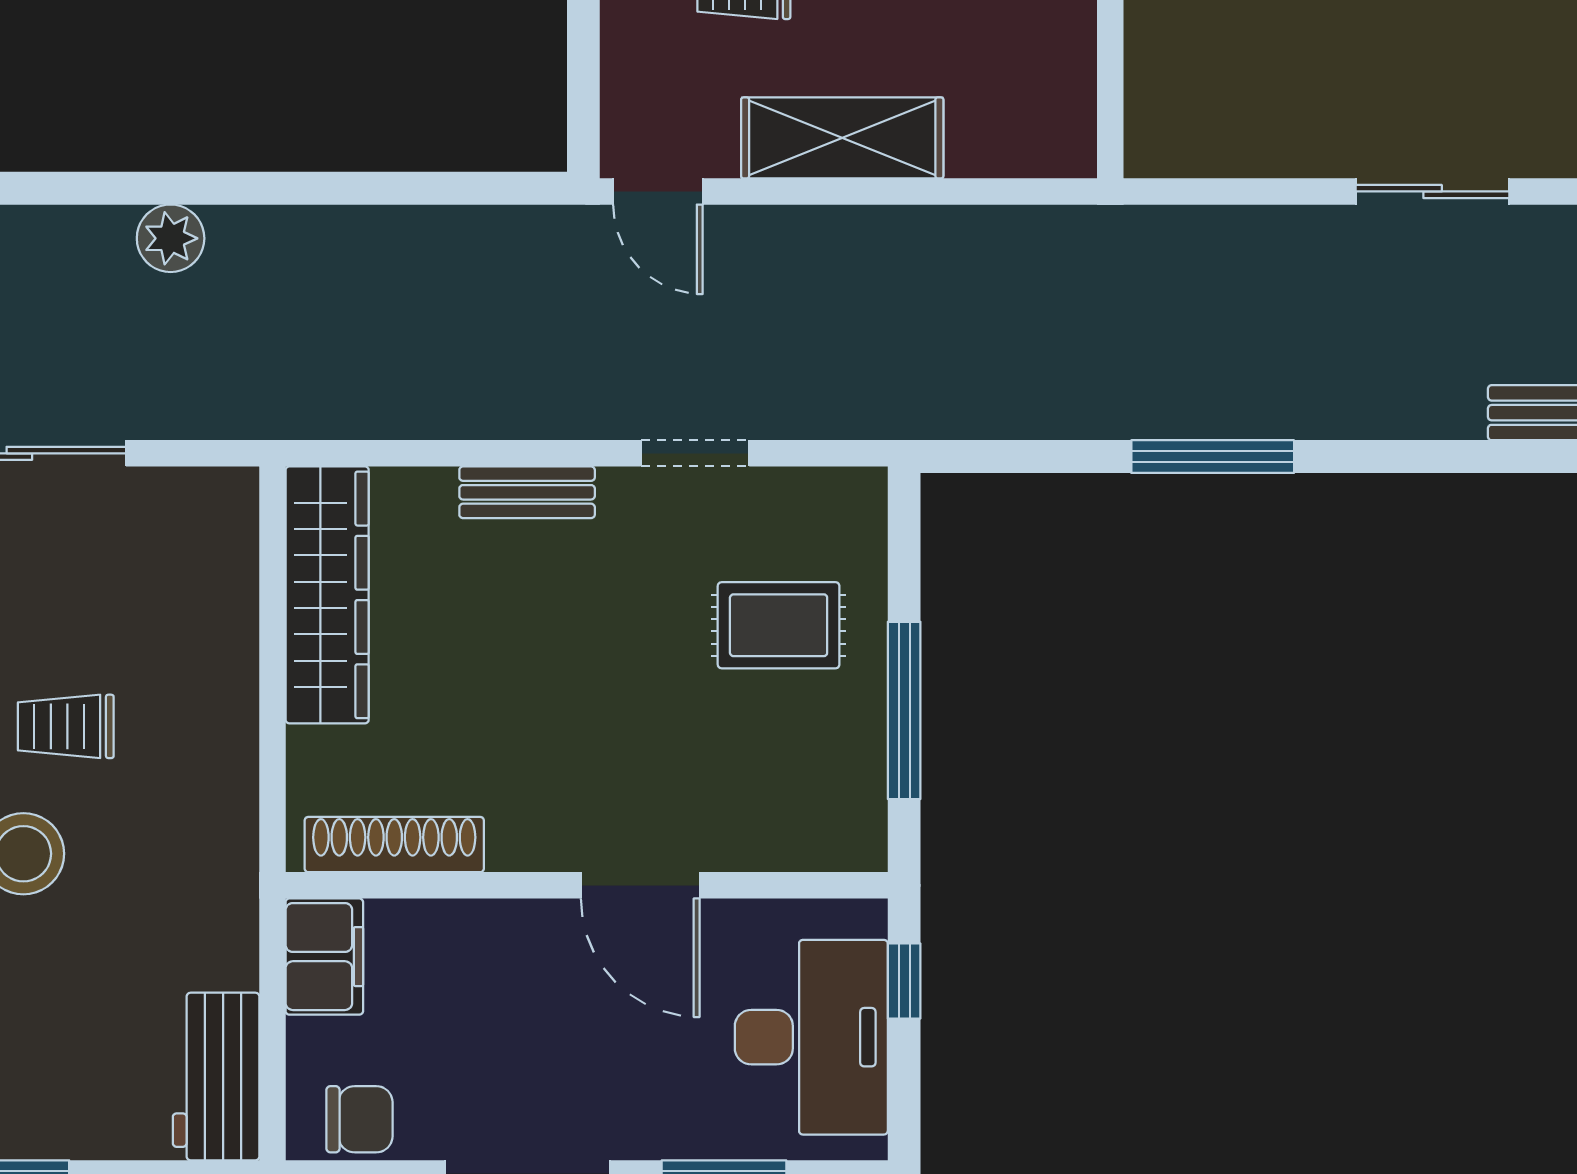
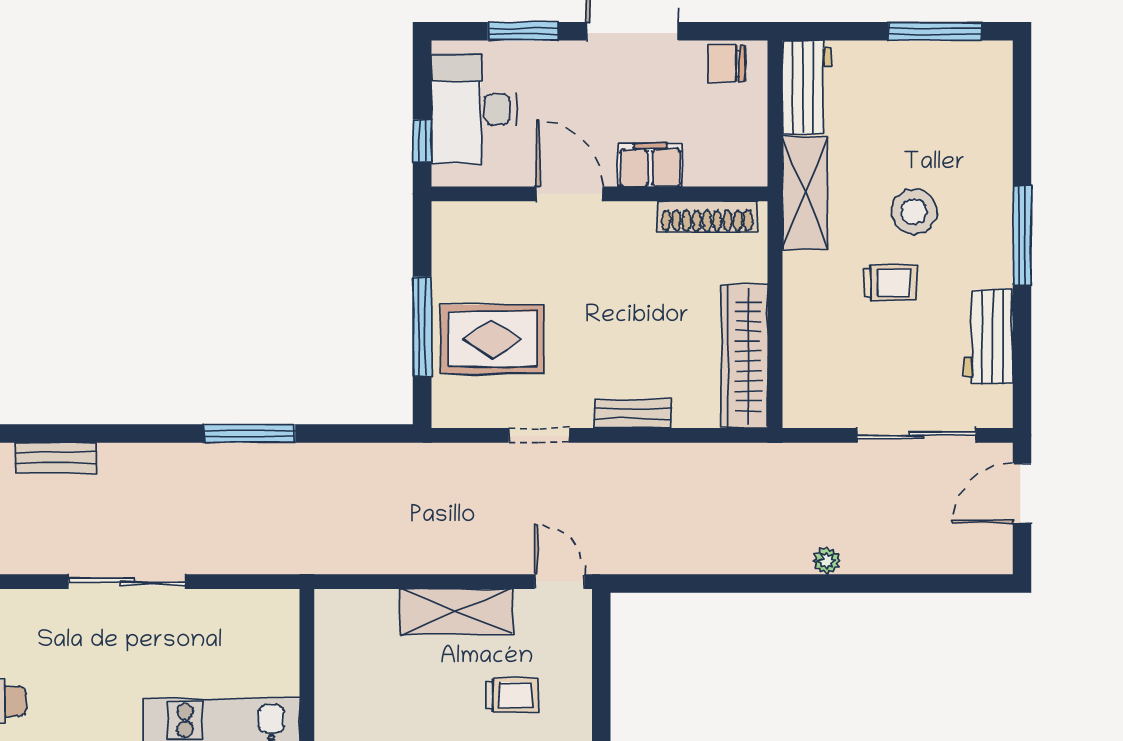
sliding door: (1433, 191) -> (127, 582), width x1.37
plant: (171, 238) -> (827, 561), width x0.73, depth x0.73
rug: (779, 625) -> (492, 339), width x1.36, depth x1.43
window: (904, 710) -> (422, 326), moved
shelving: (219, 887) -> (805, 193), added
filing cabinet: (324, 957) -> (650, 165), moved, turned 90

